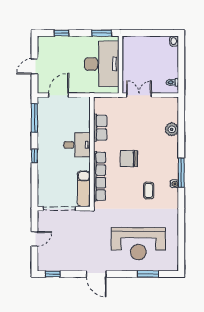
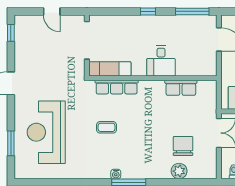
chair: (129, 159) -> (183, 146), moved
row of seats: (100, 176) -> (117, 87), width x0.73
coffee table: (149, 191) -> (107, 127), moved

